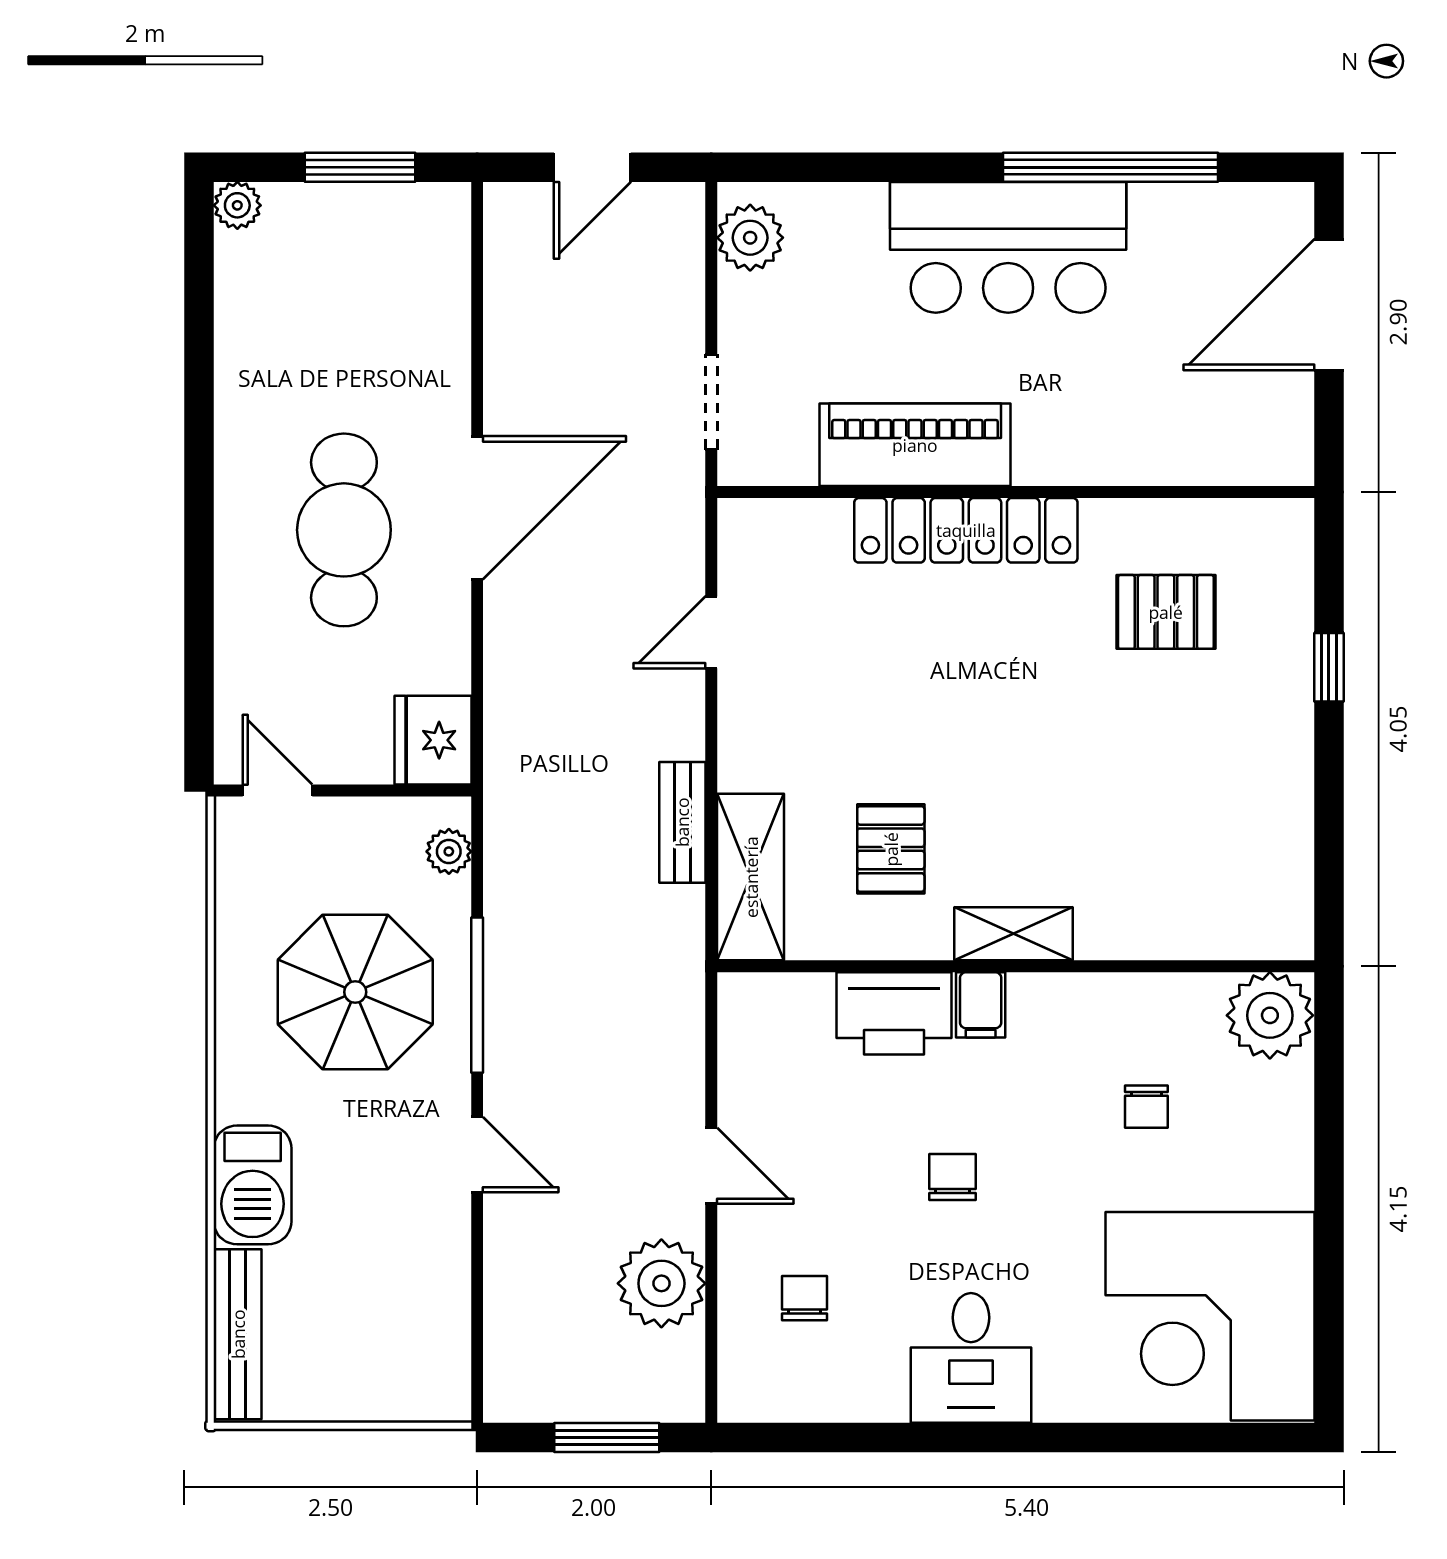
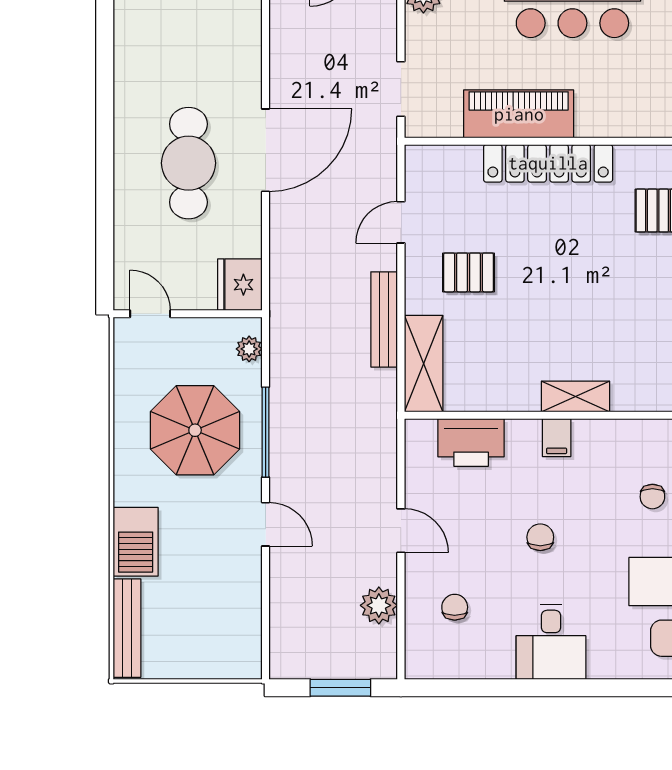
bench: (682, 822) -> (384, 319), width x1.36
pallet: (891, 849) -> (469, 272), moved, turned 90
printer: (894, 1013) -> (471, 443), moved
plant: (661, 1283) -> (379, 605), width x0.73, depth x0.73

